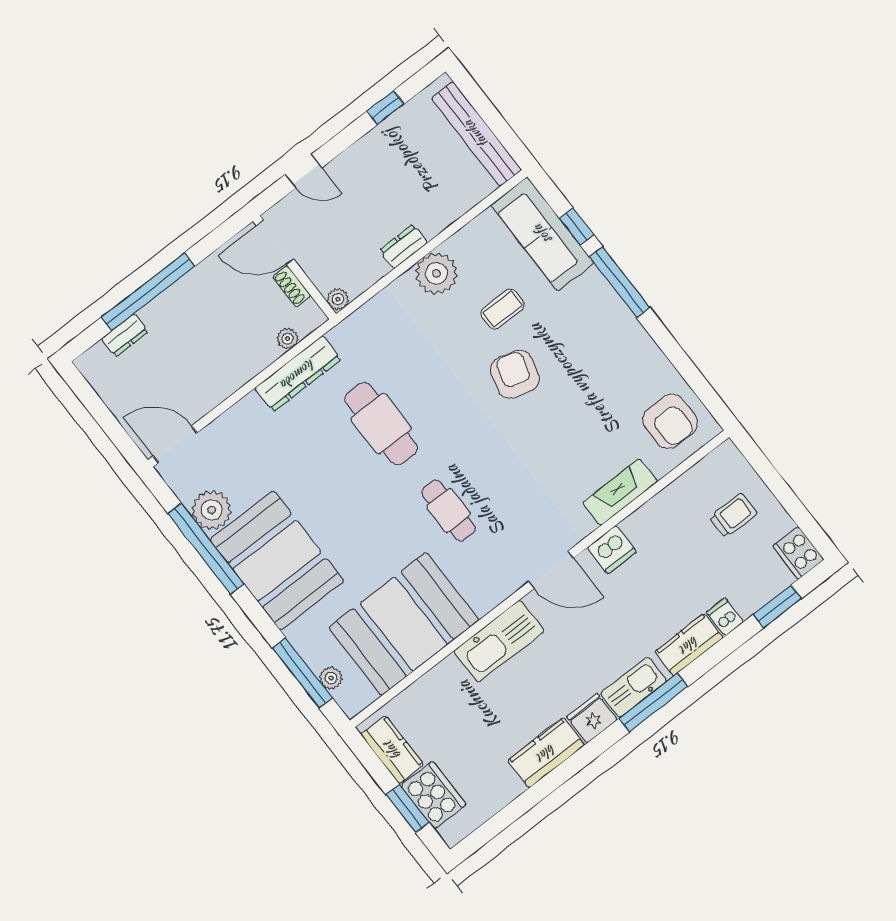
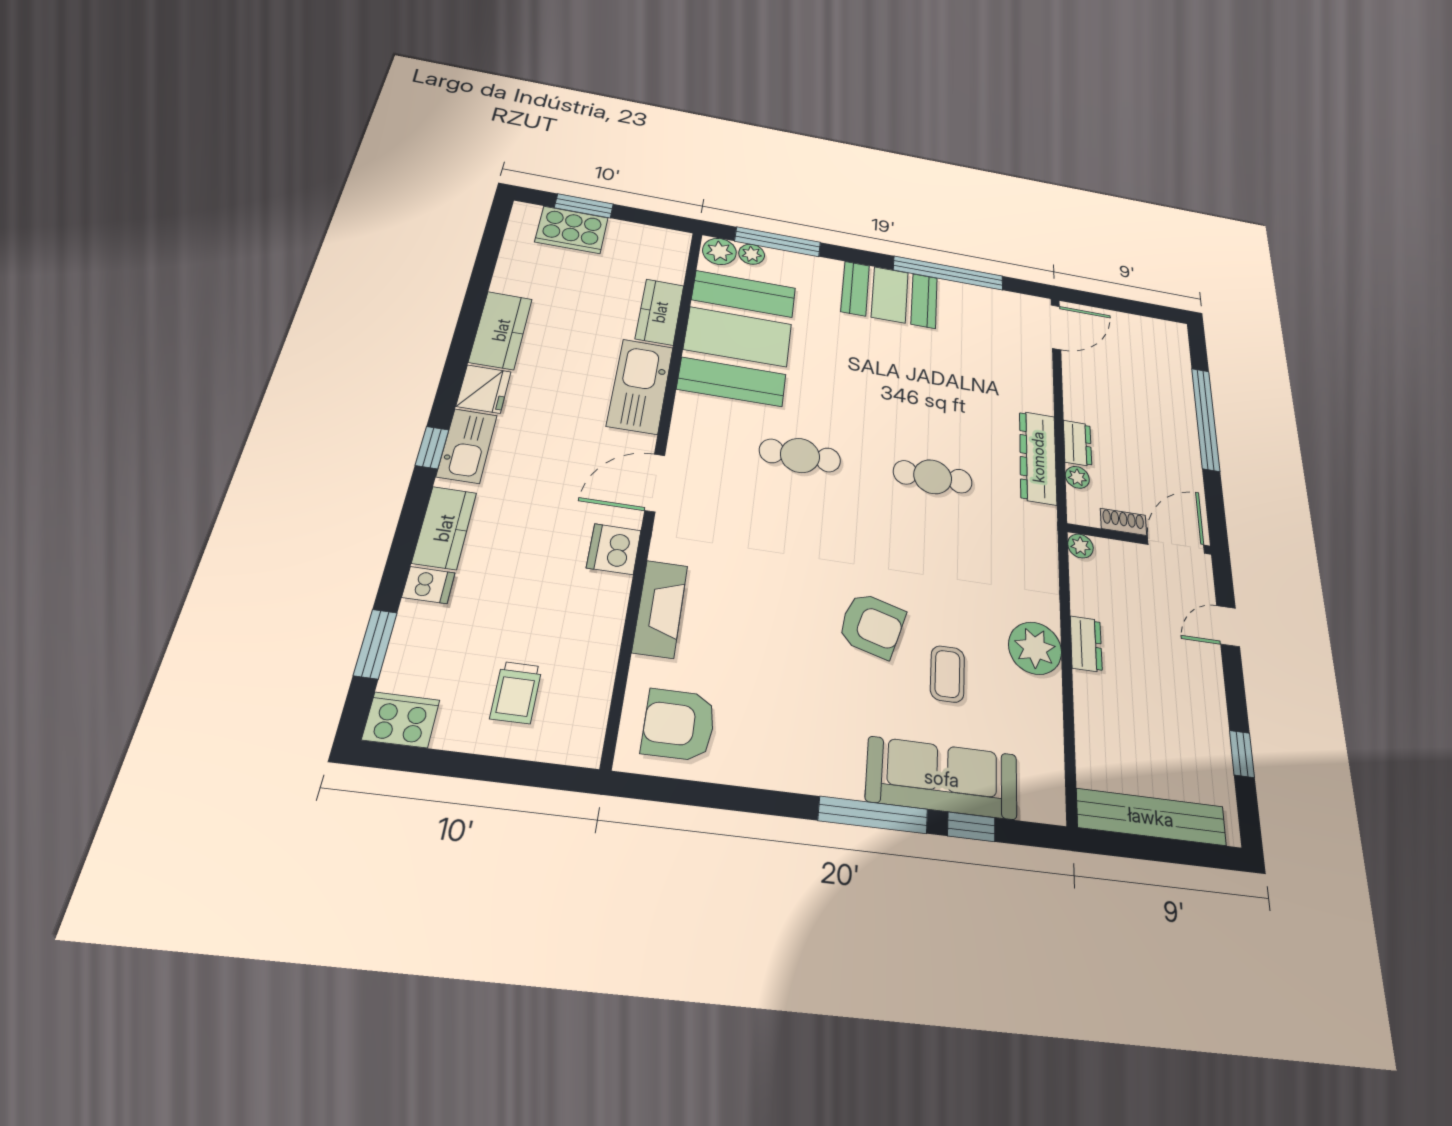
sofa: (542, 234) -> (942, 778), moved
dresser: (125, 335) -> (1077, 443), moved, turned 180
cafe table: (381, 424) -> (933, 477), width x0.73, depth x0.74
plant: (212, 510) -> (719, 251), moved, width x0.73, depth x0.73
booth: (277, 561) -> (890, 295), width x0.73, depth x0.70
window: (653, 703) -> (432, 448), width x0.46
kitchen counter: (392, 750) -> (660, 312), moved, turned 90

